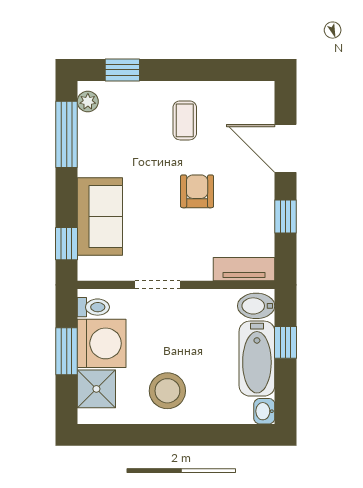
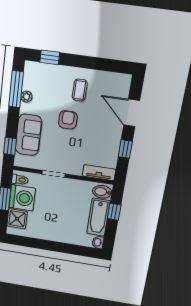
plant: (88, 102) -> (26, 97), moved
armchair: (197, 191) -> (68, 120), moved
stool: (167, 391) -> (52, 225), removed

